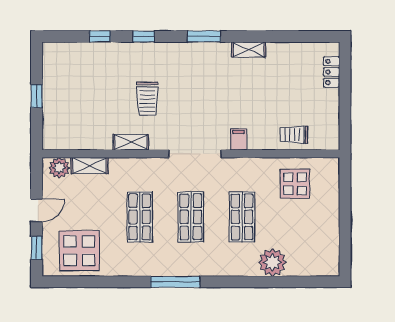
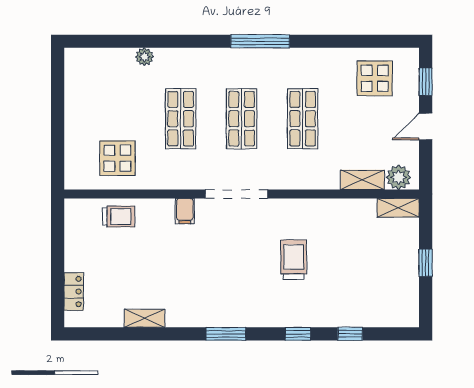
shelving: (249, 50) -> (145, 318), moved
shelving: (131, 142) -> (398, 208), moved
display table: (79, 251) -> (375, 78), width x0.73, depth x0.73
plant: (272, 262) -> (144, 57), width x0.53, depth x0.53

